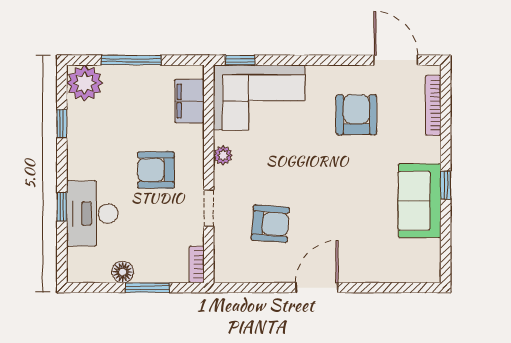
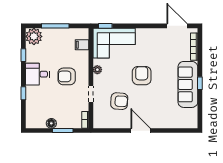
filing cabinet: (189, 101) -> (82, 45), width x0.50
armchair: (356, 115) -> (142, 76), moved
sofa: (420, 201) -> (188, 84), width x1.36
desk: (92, 214) -> (37, 74), moved, width x0.73
door: (317, 288) -> (141, 131), hinge flipped

